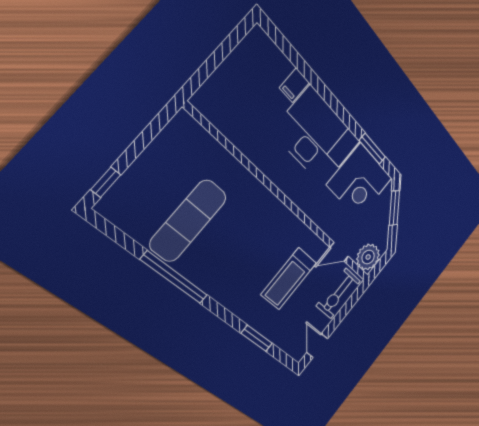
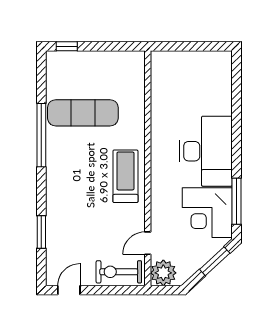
filing cabinet: (294, 85) -> (221, 106), removed
window: (372, 149) -> (237, 201), width x1.44
door: (339, 252) -> (148, 243), hinge flipped
treadmill: (289, 279) -> (125, 176), moved, turned 90

